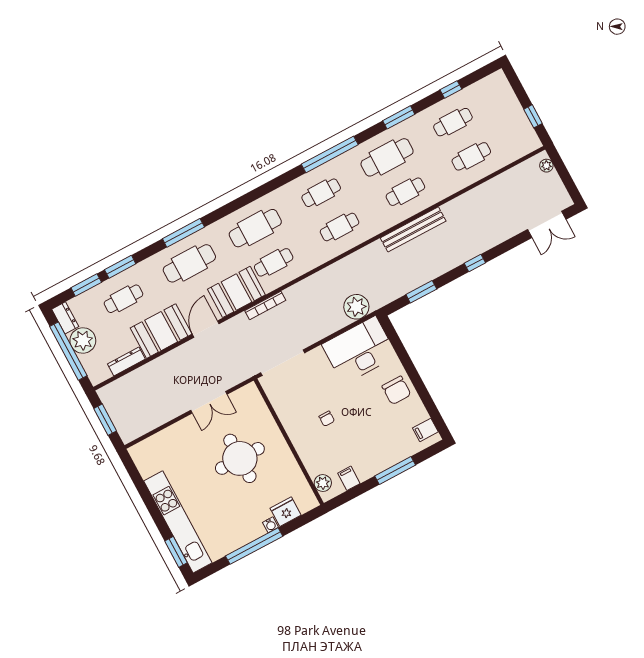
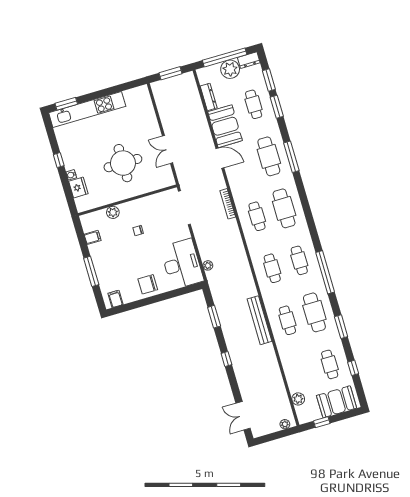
plant: (509, 155) -> (298, 399), added
cafe table: (471, 156) -> (303, 372), removed
booth: (236, 292) -> (337, 402), moved, turned 90
plant: (356, 307) -> (208, 265), width x0.53, depth x0.53
plant: (323, 483) -> (113, 212), moved
window: (254, 546) -> (59, 160), width x0.32

